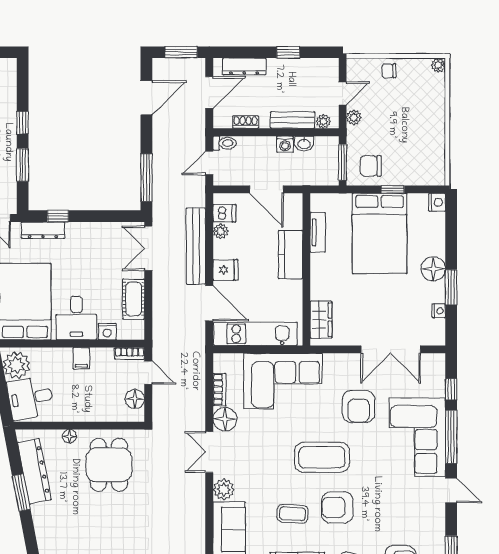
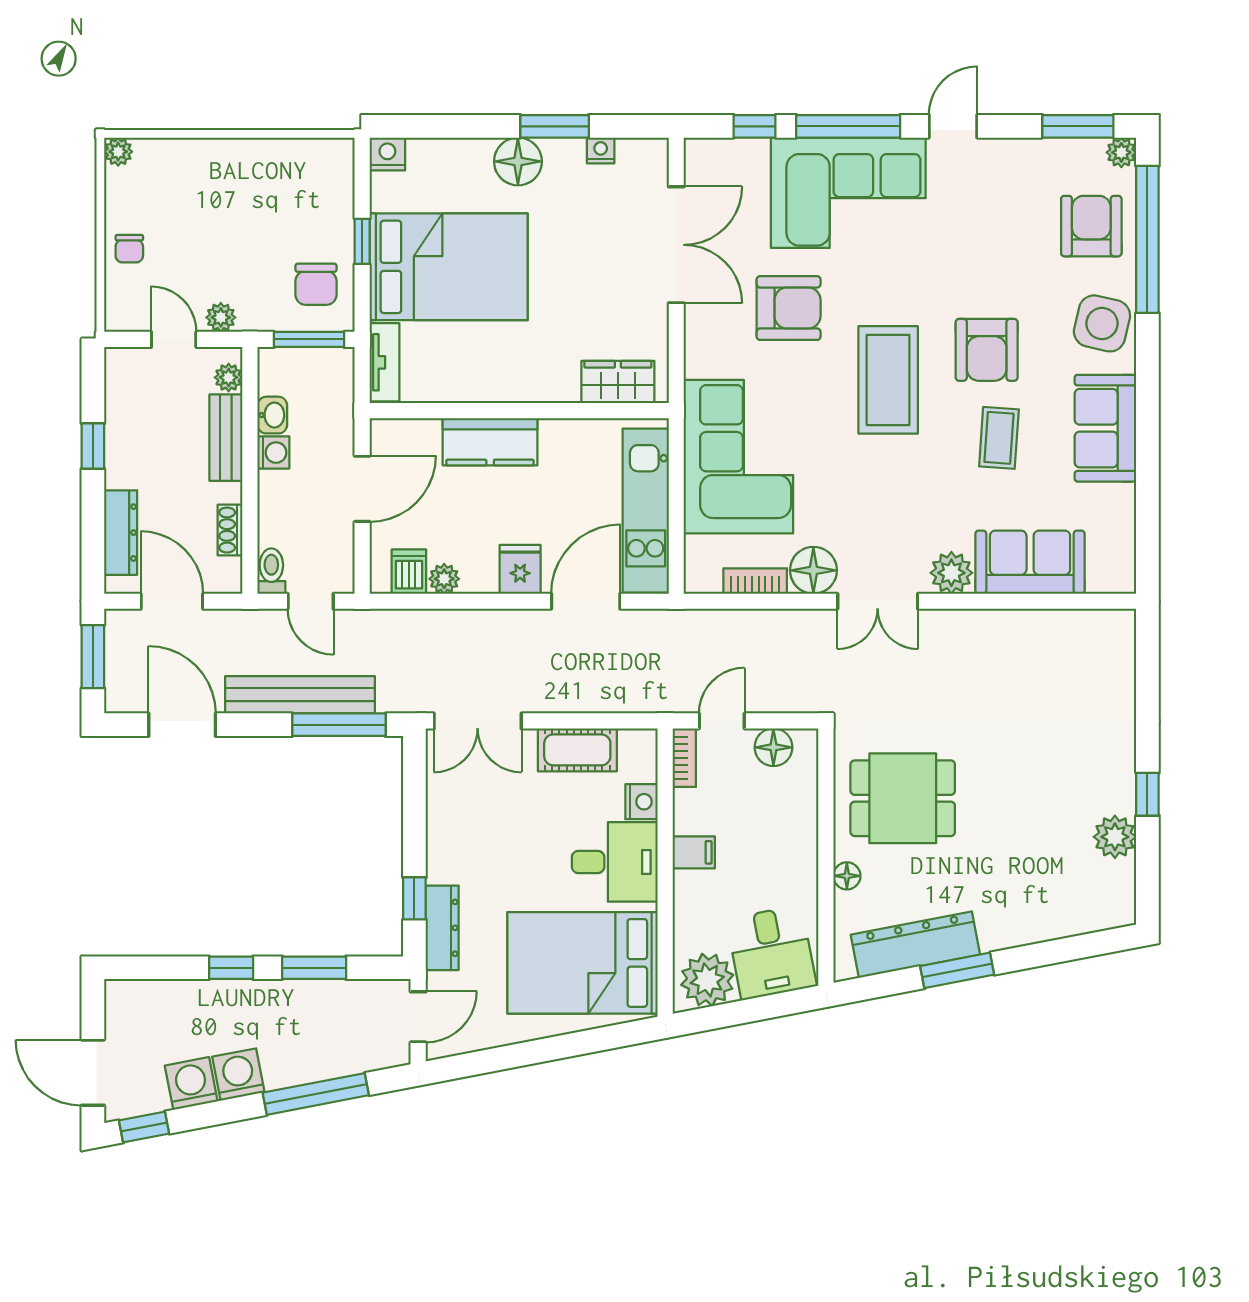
tv unit: (318, 232) -> (384, 362), moved, turned 90
bench: (196, 246) -> (300, 695), moved

